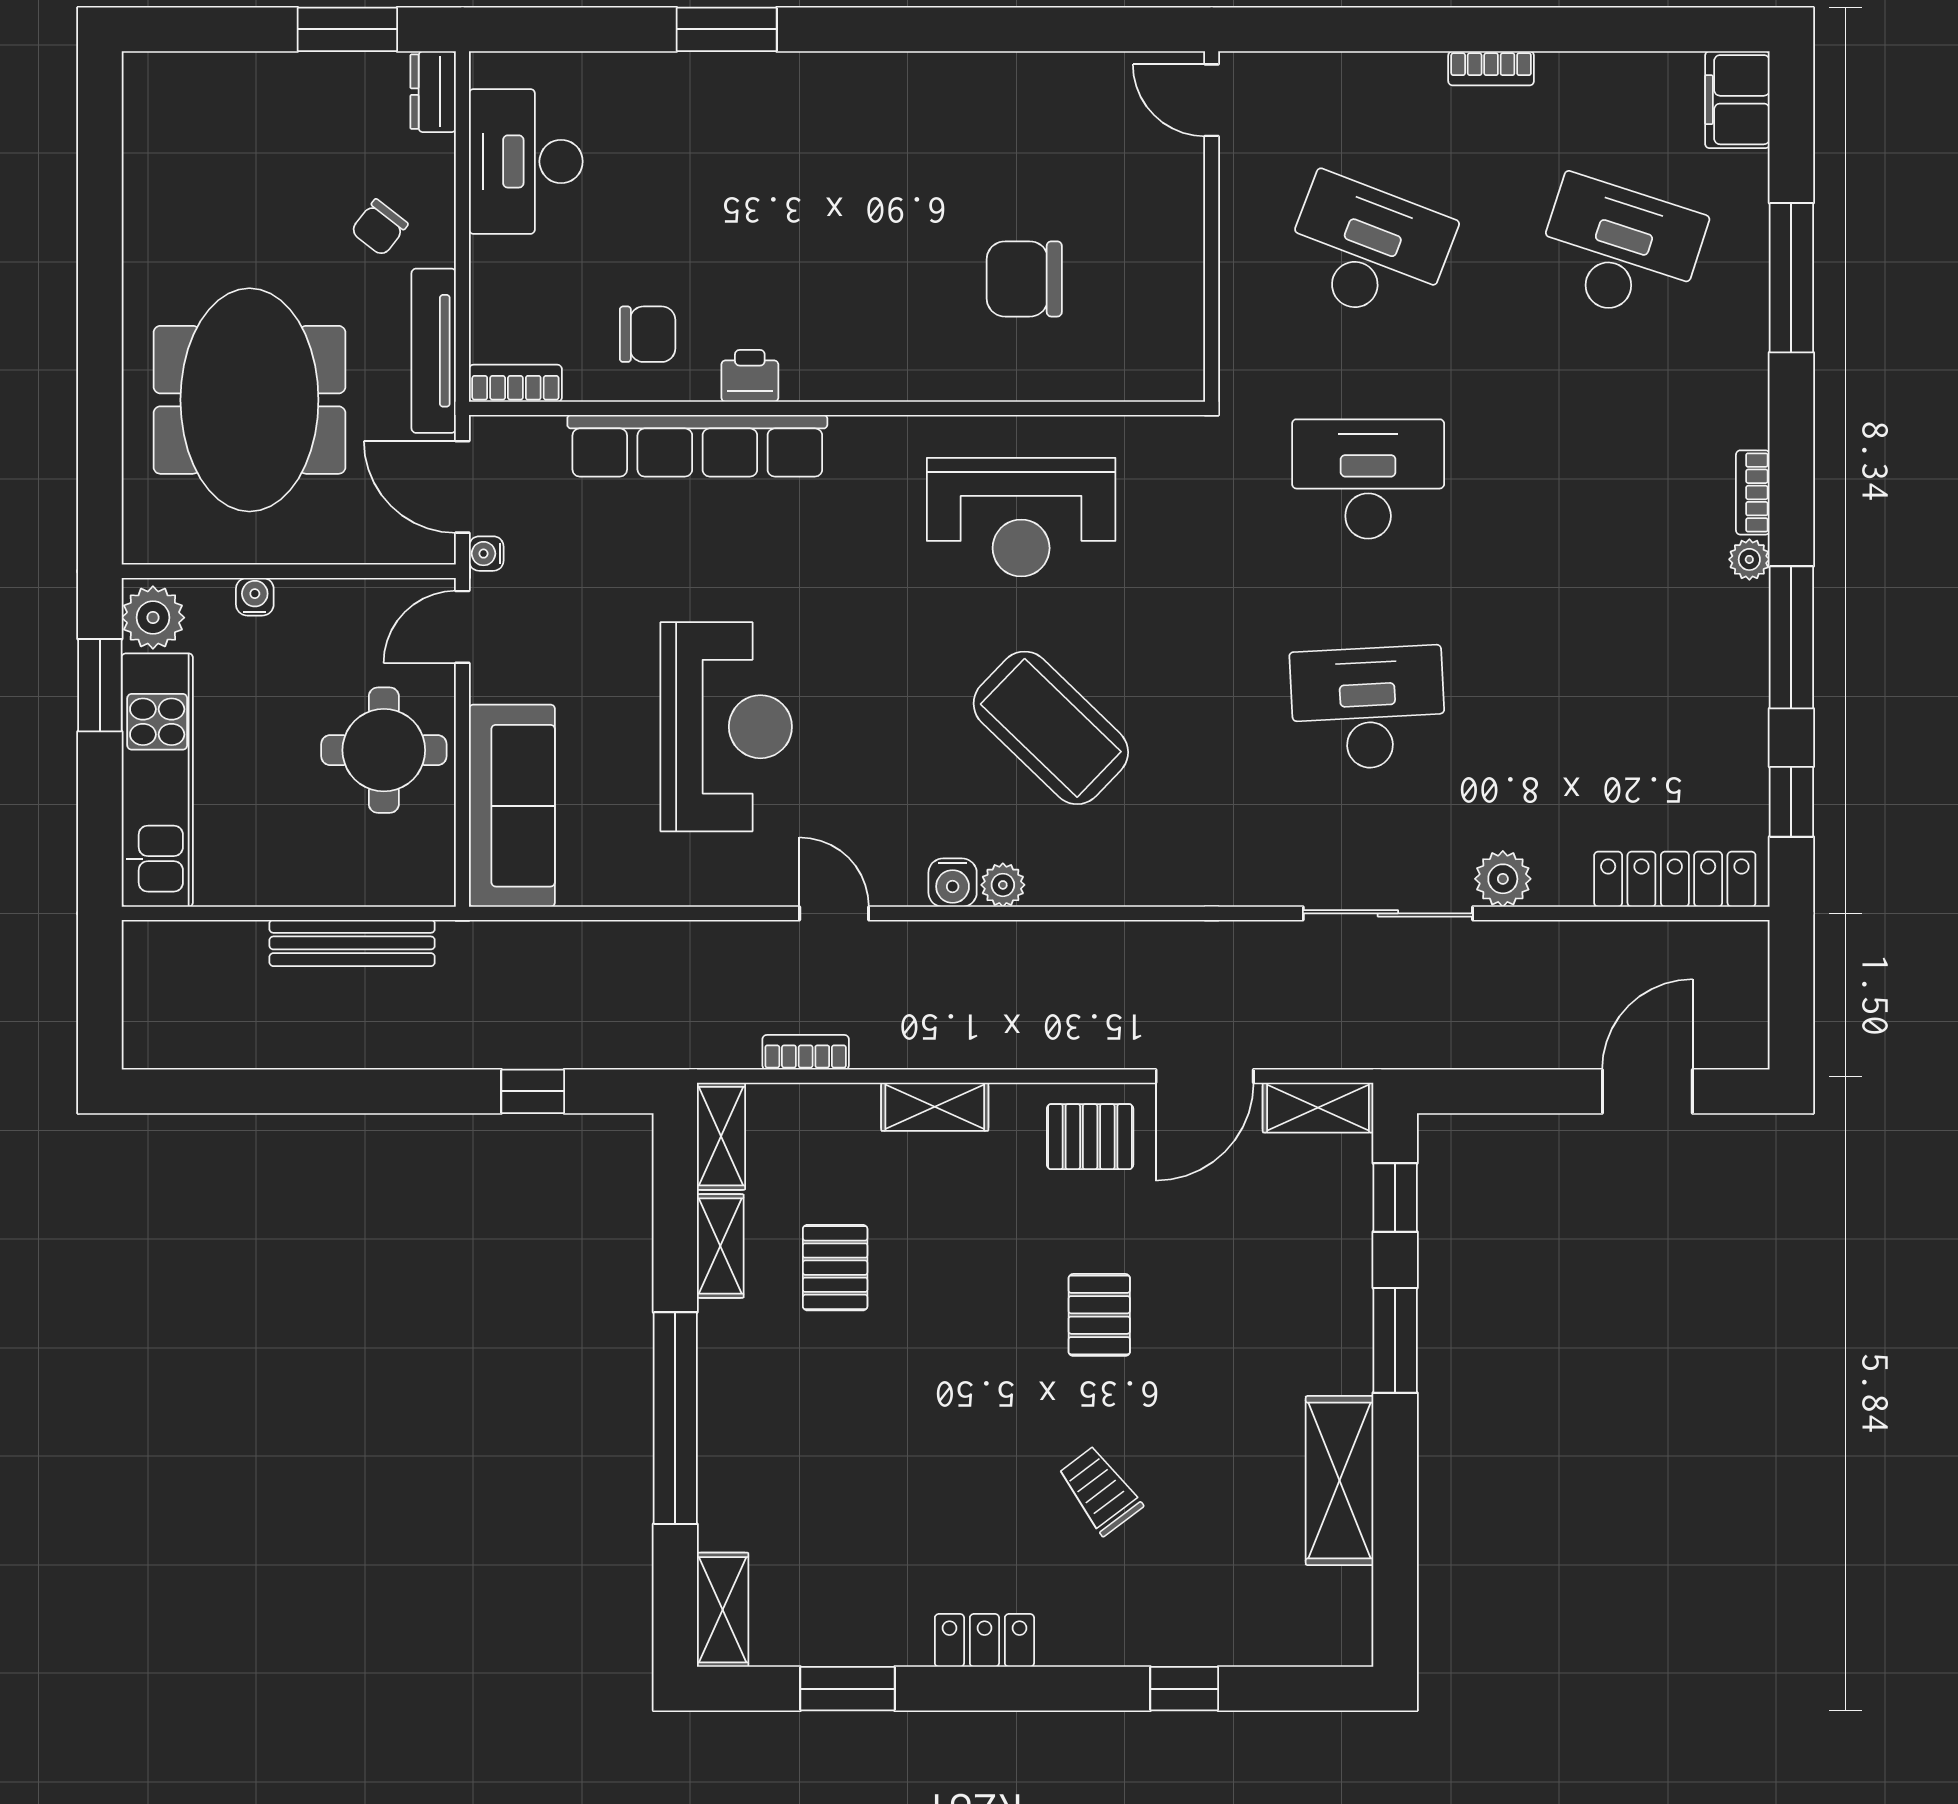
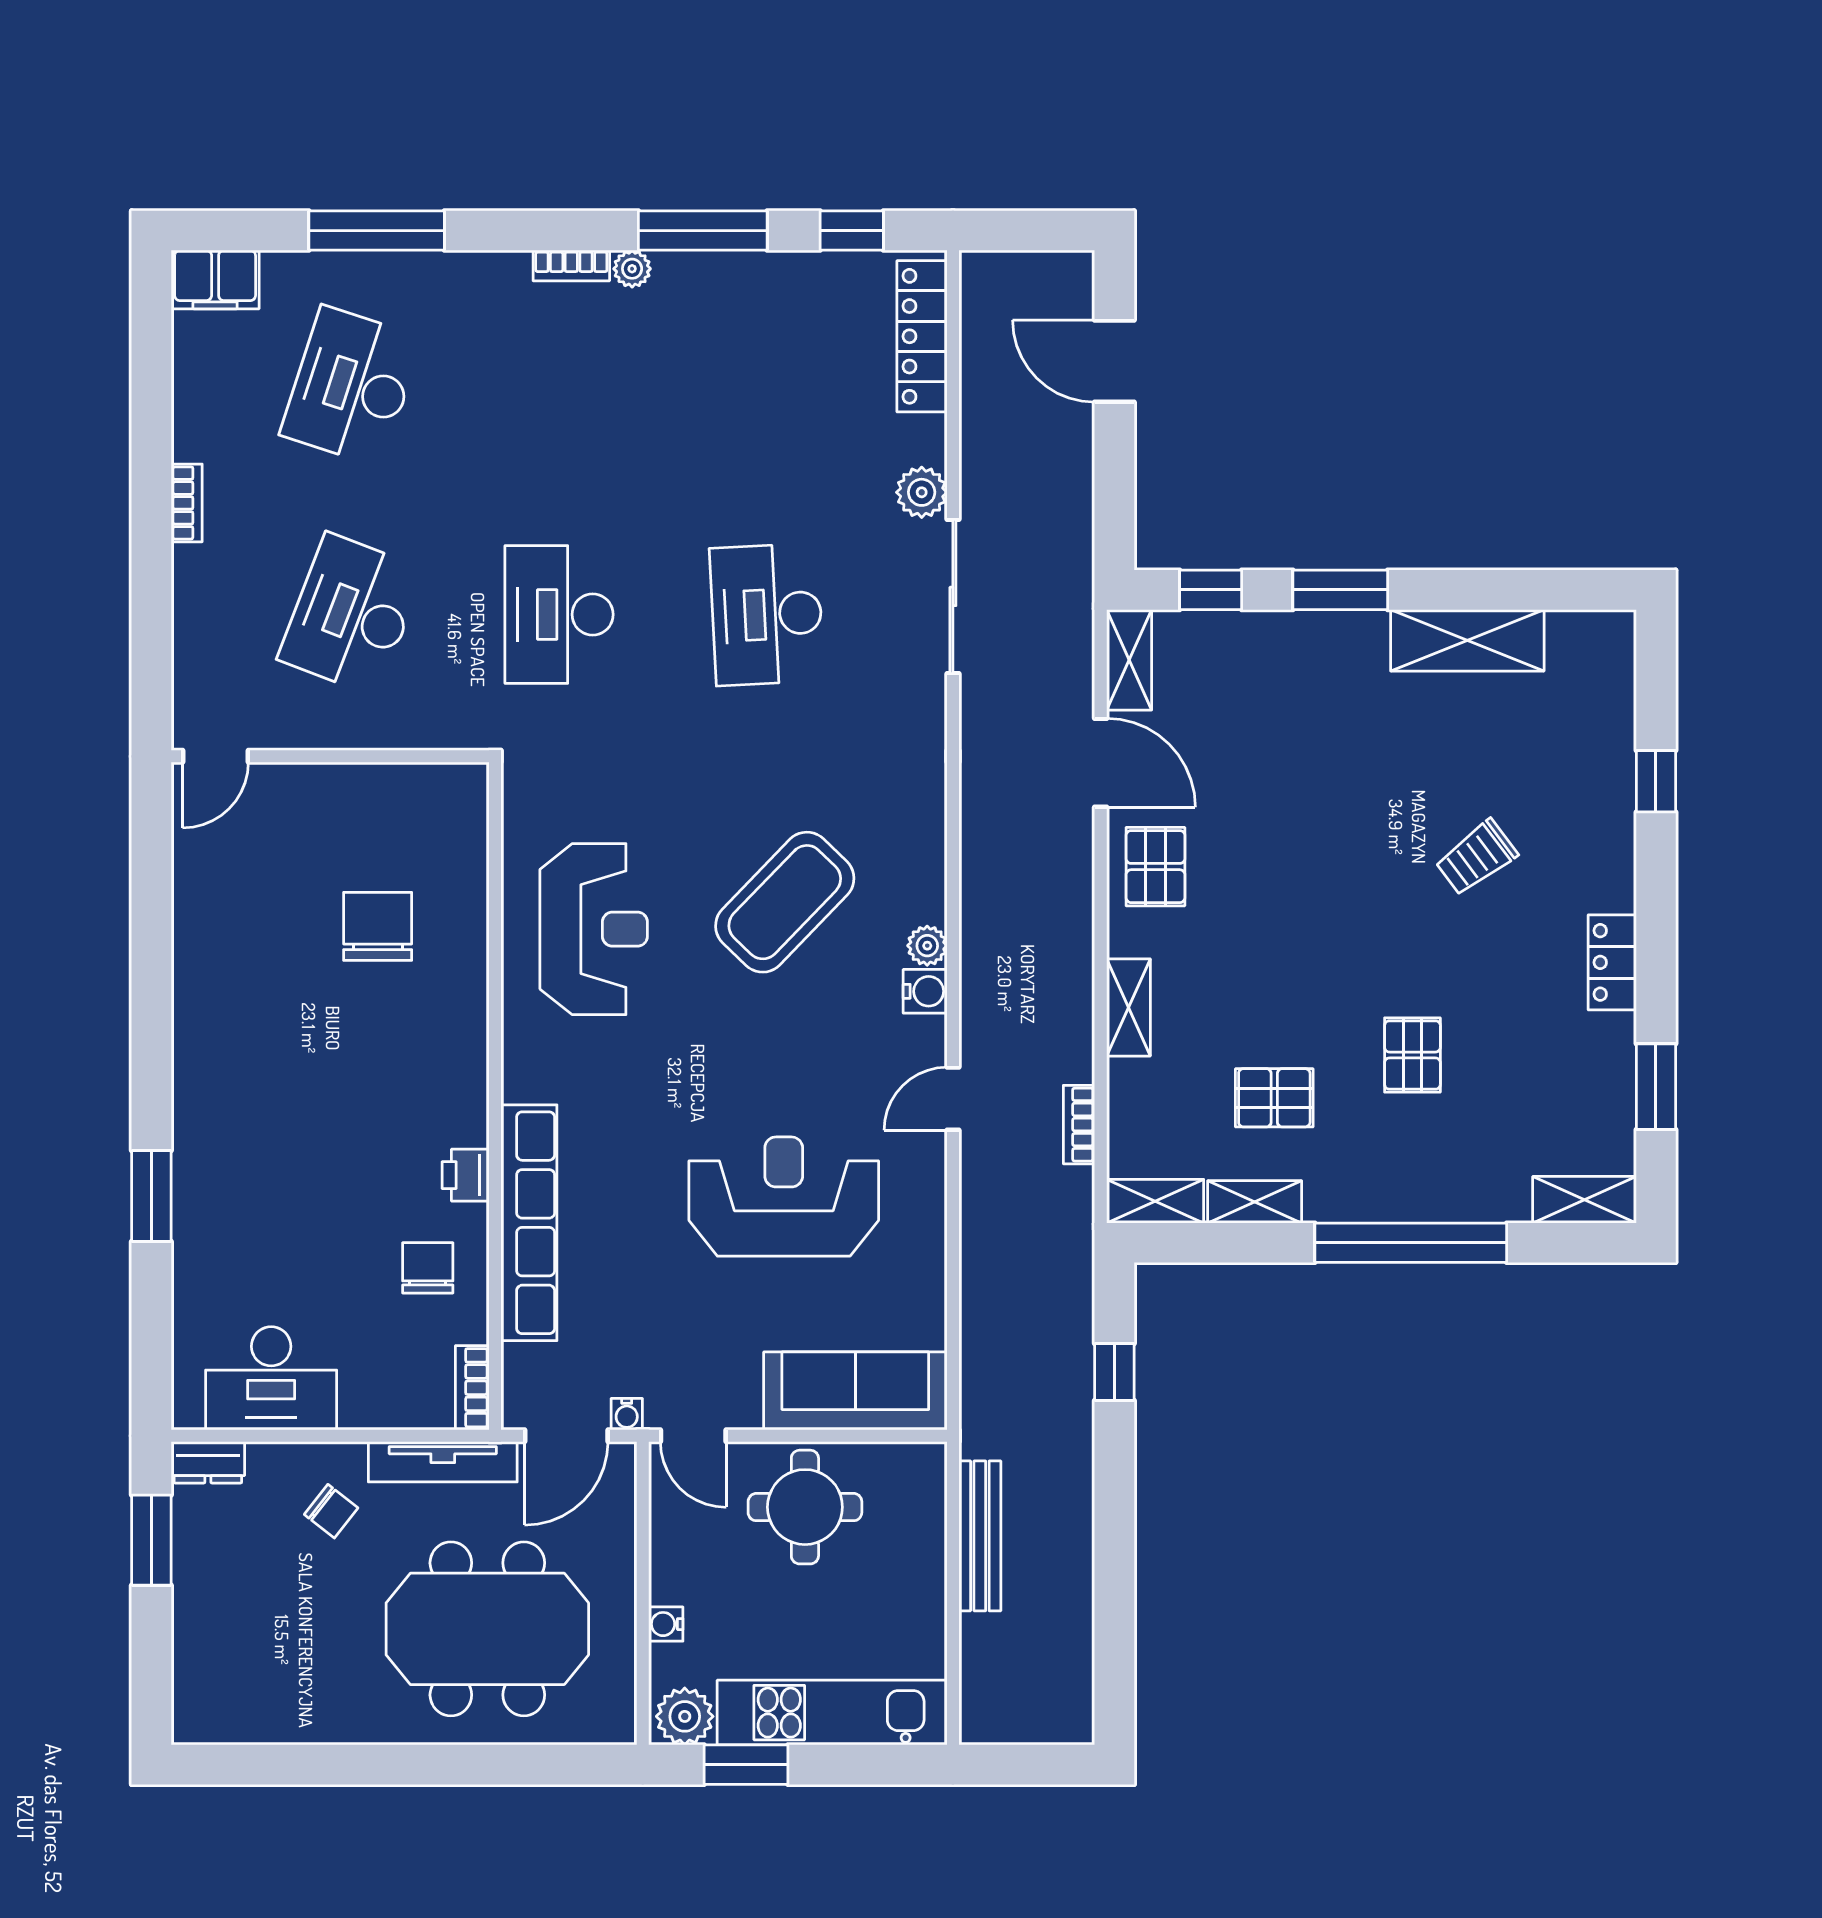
chair: (1024, 279) -> (378, 926), turned 180
pallet: (1099, 1315) -> (1412, 1055), moved, turned 90

